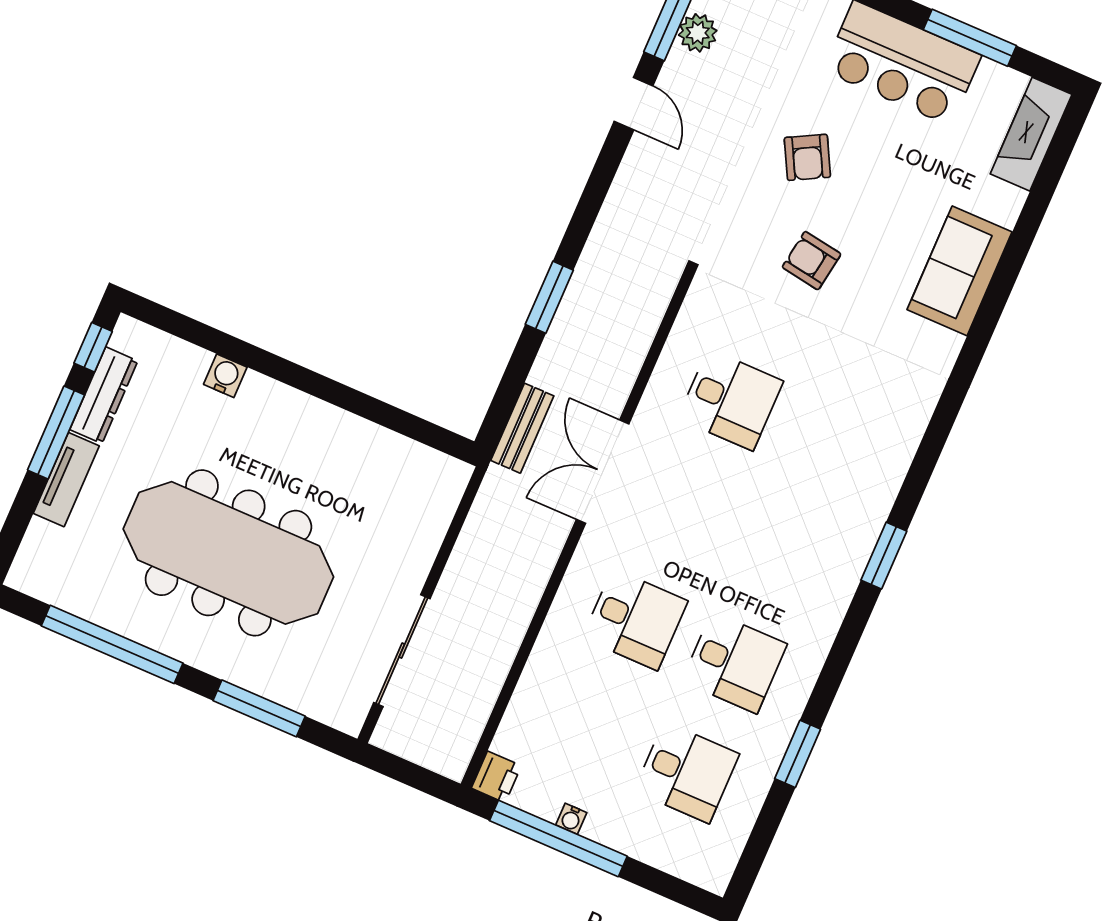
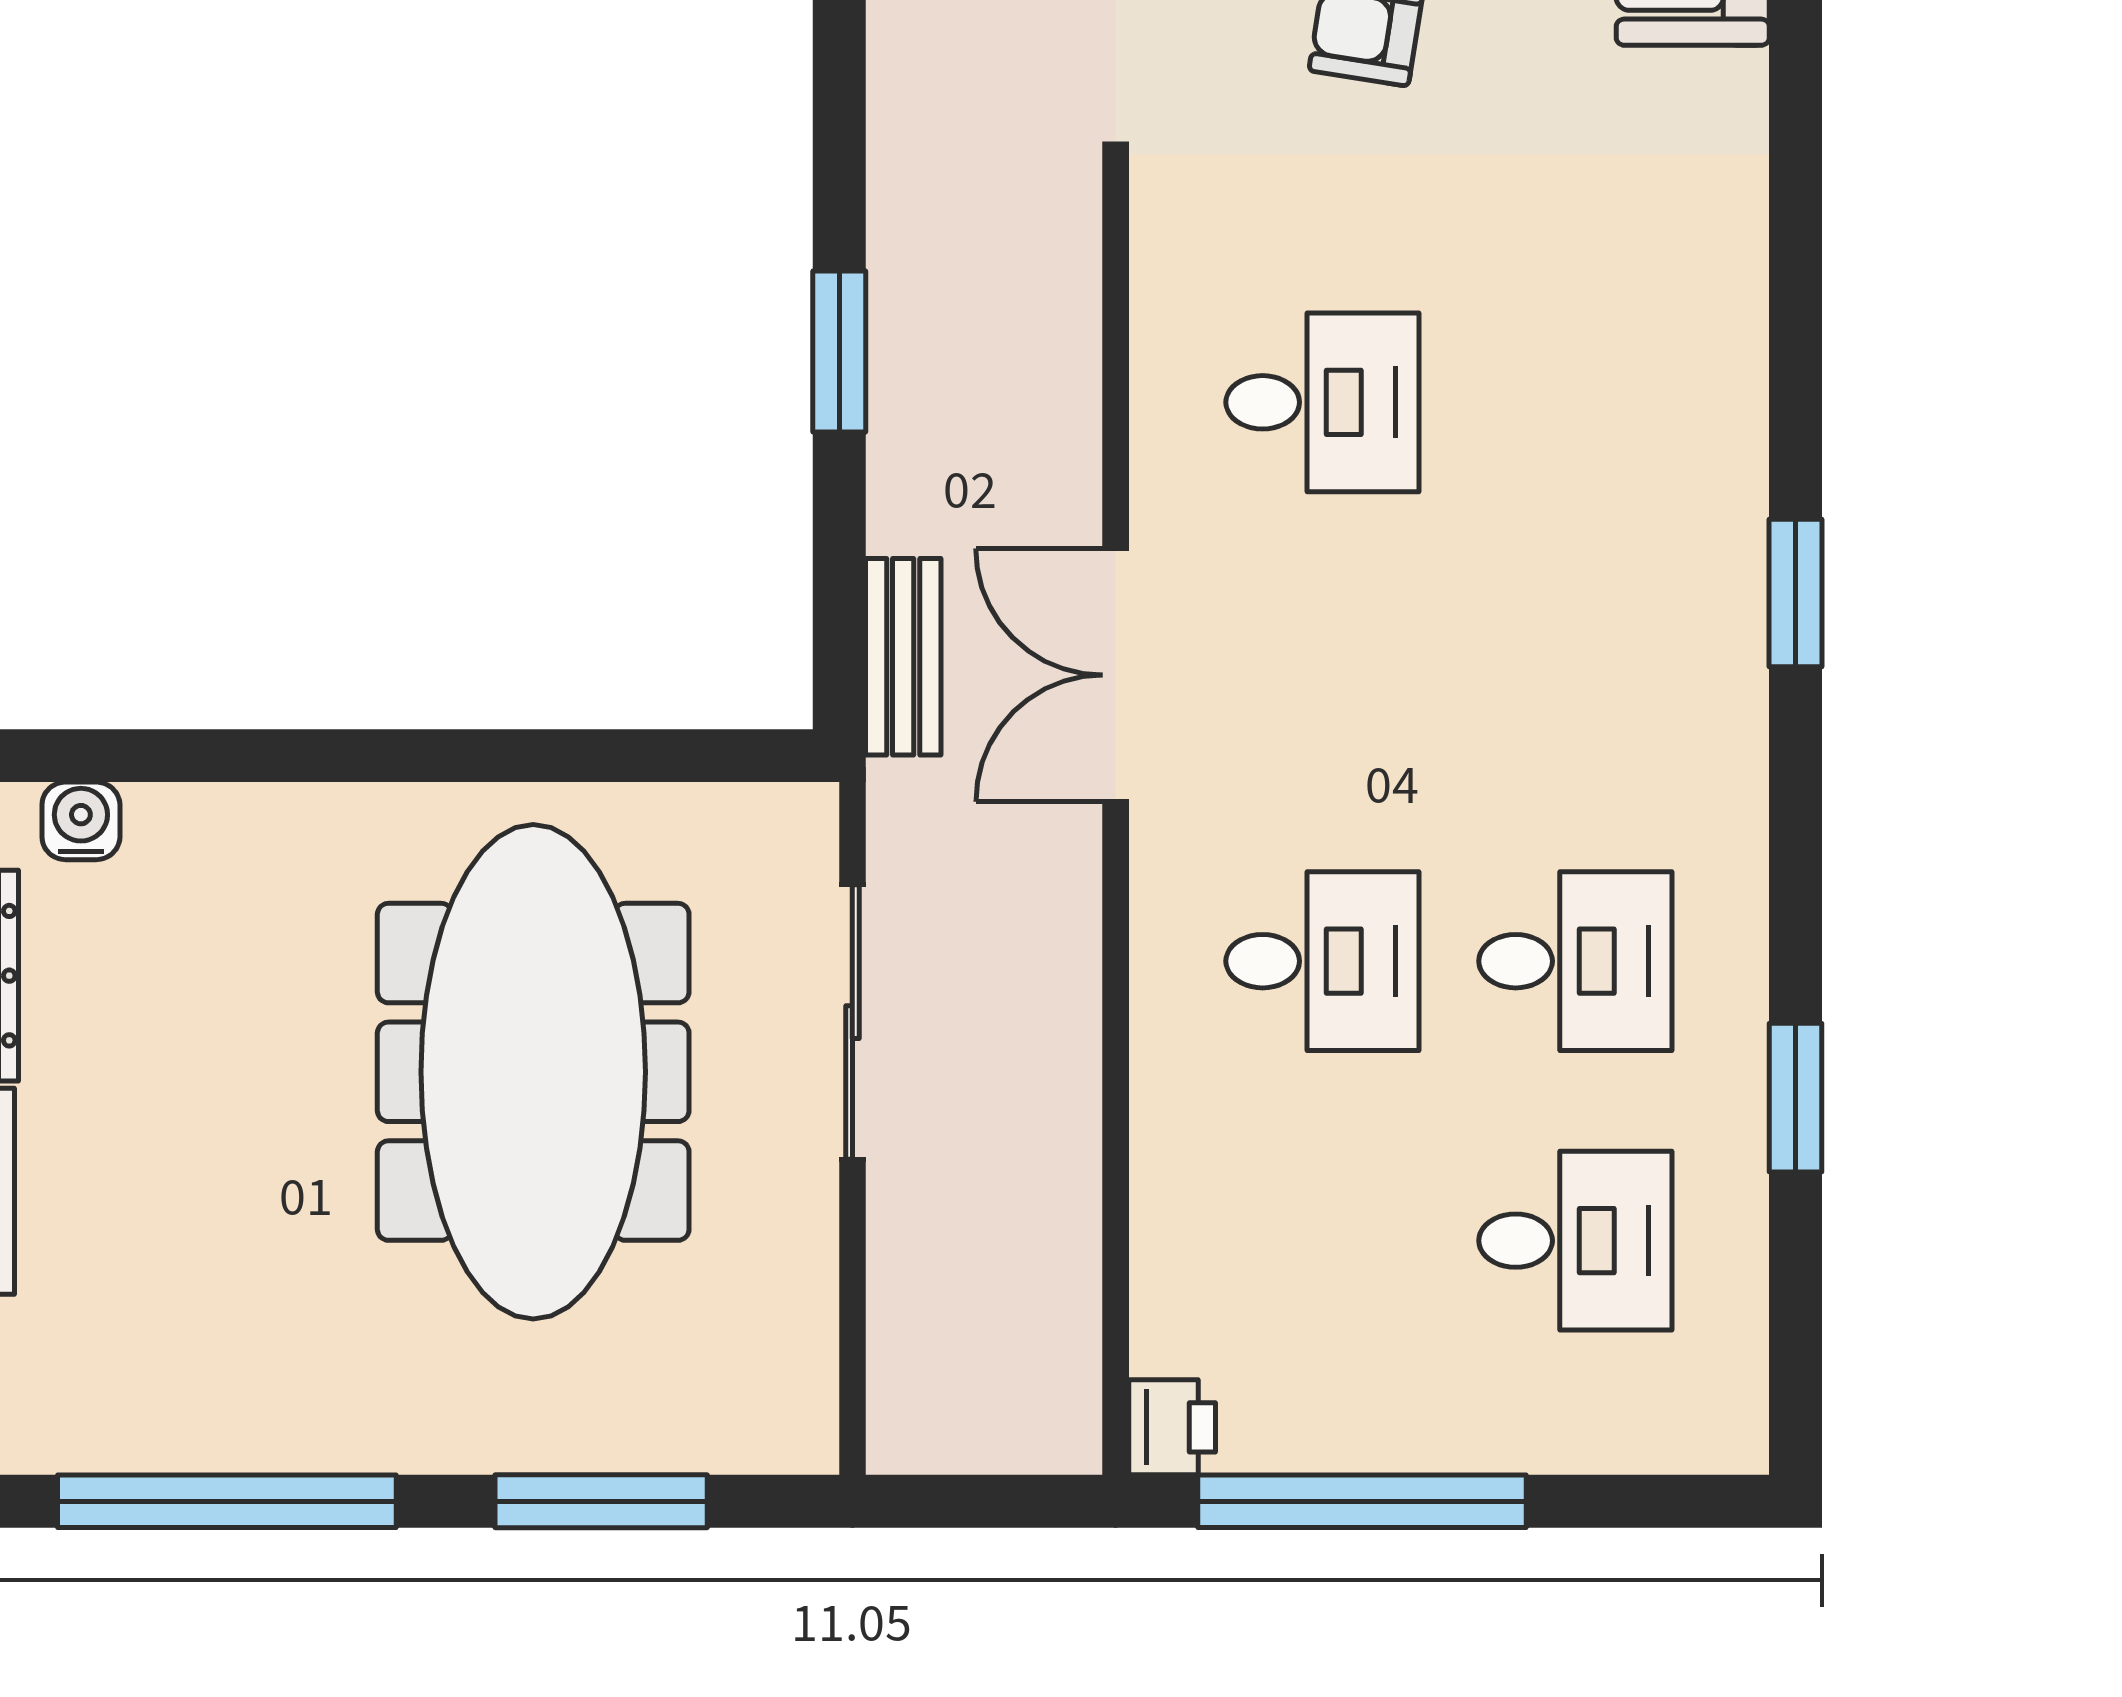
water cooler: (225, 376) -> (81, 821), moved
meeting table: (228, 553) -> (533, 1072), moved, turned 90
sliding door: (402, 651) -> (852, 1022), moved
water cooler: (571, 819) -> (1371, 1447), removed

